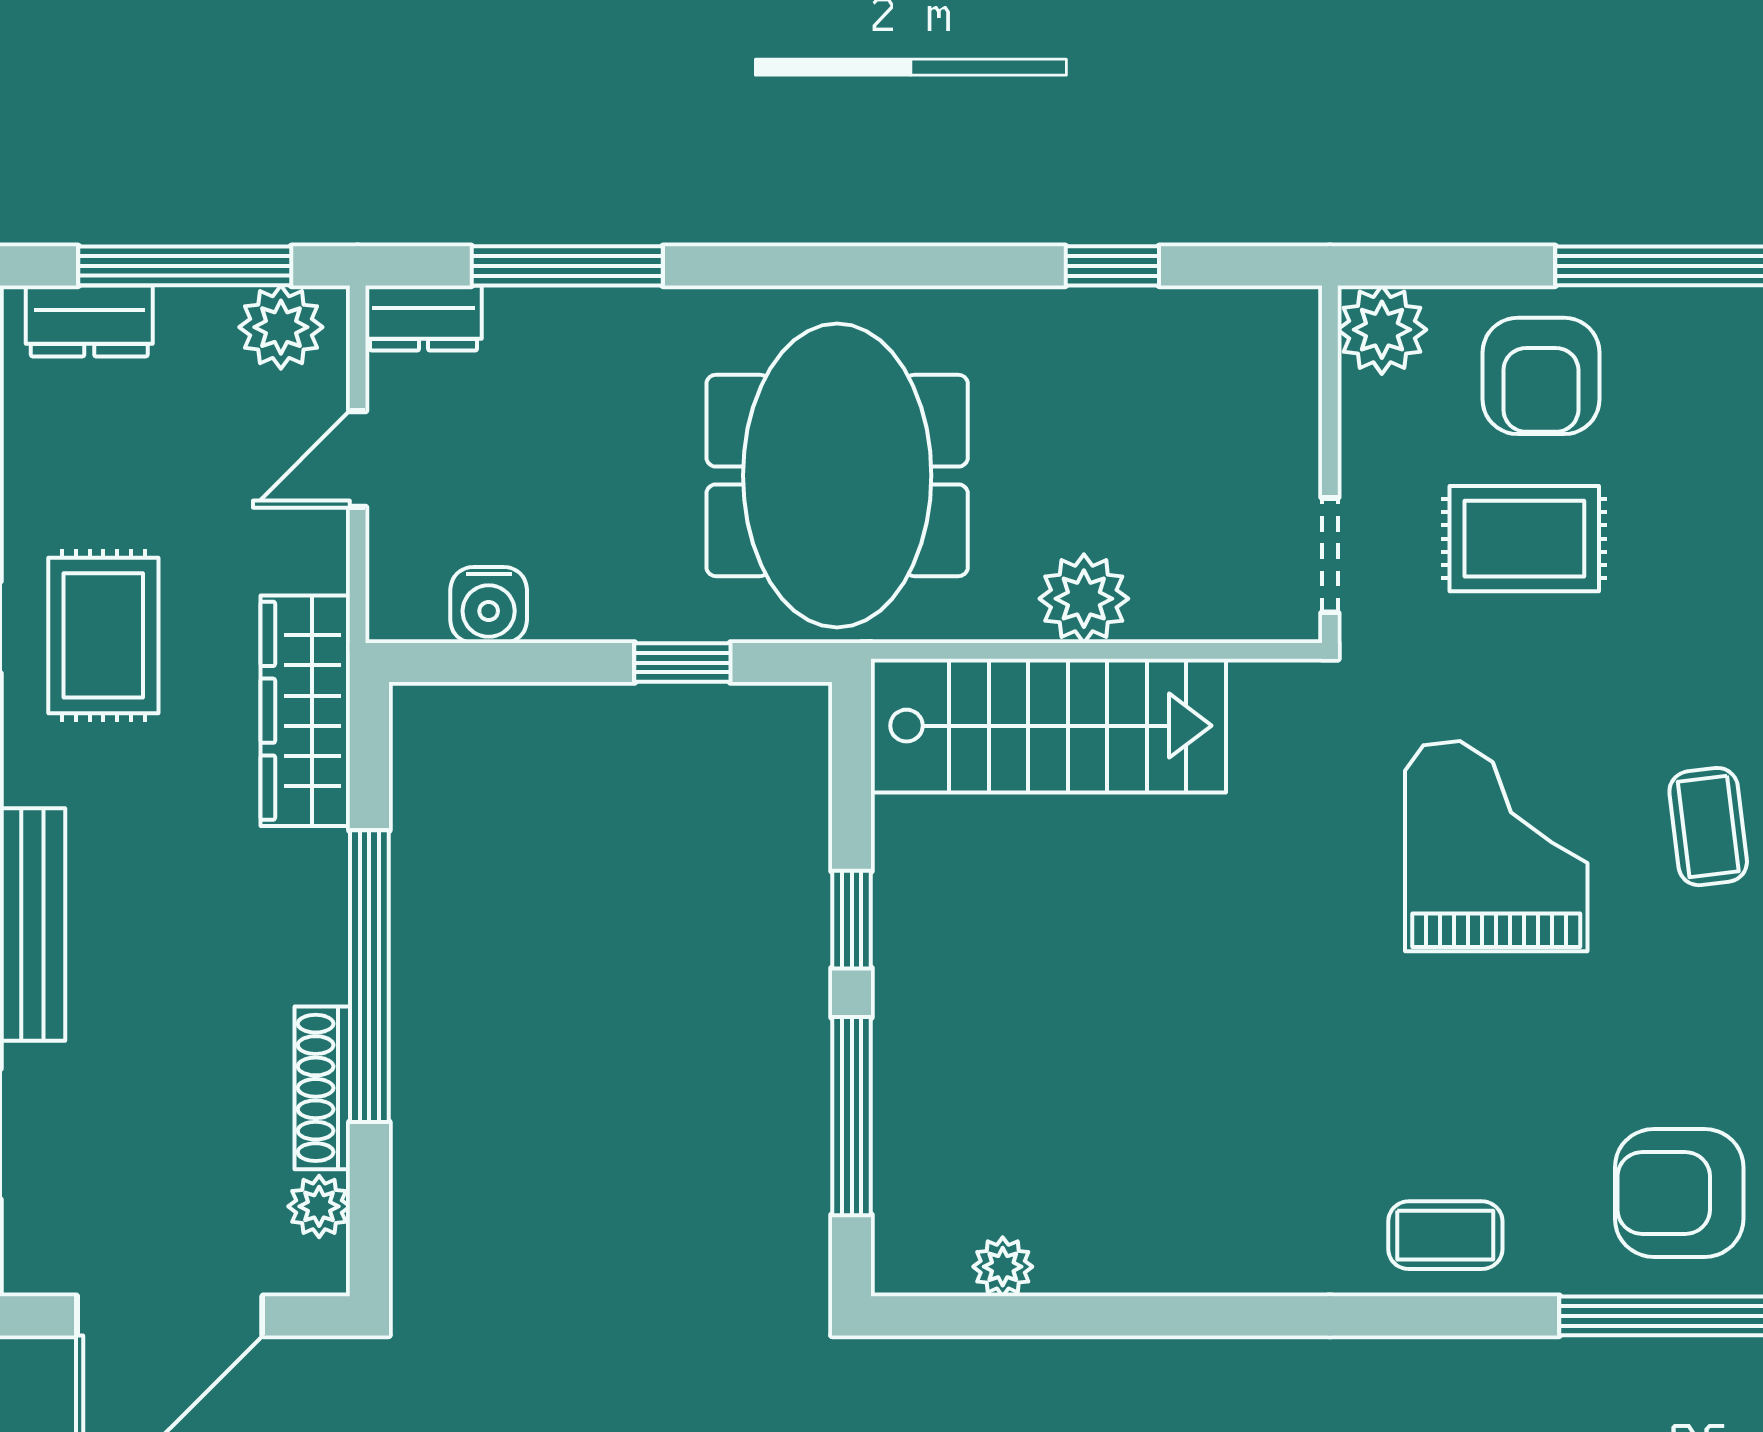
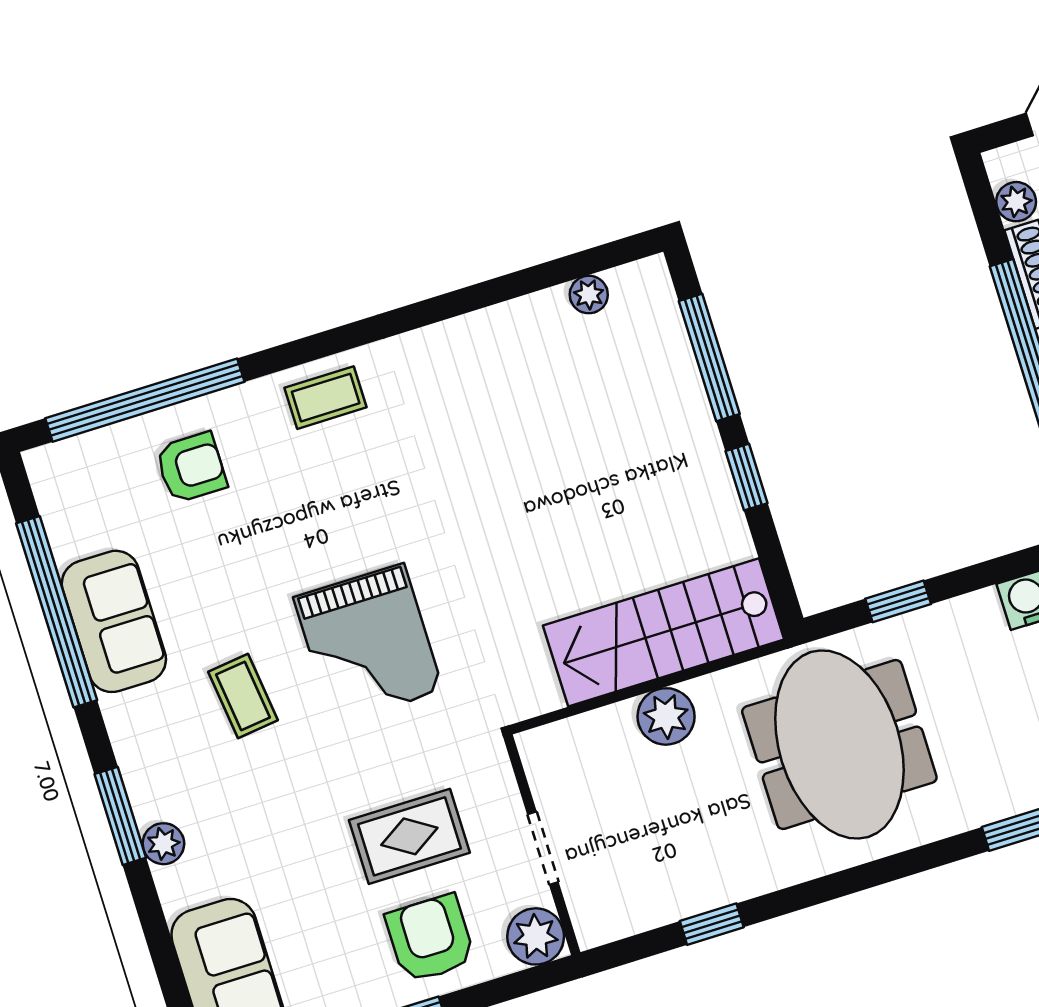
doorway: (1330, 555) -> (543, 848), moved
armchair: (1679, 1193) -> (191, 468), width x0.72, depth x0.72

